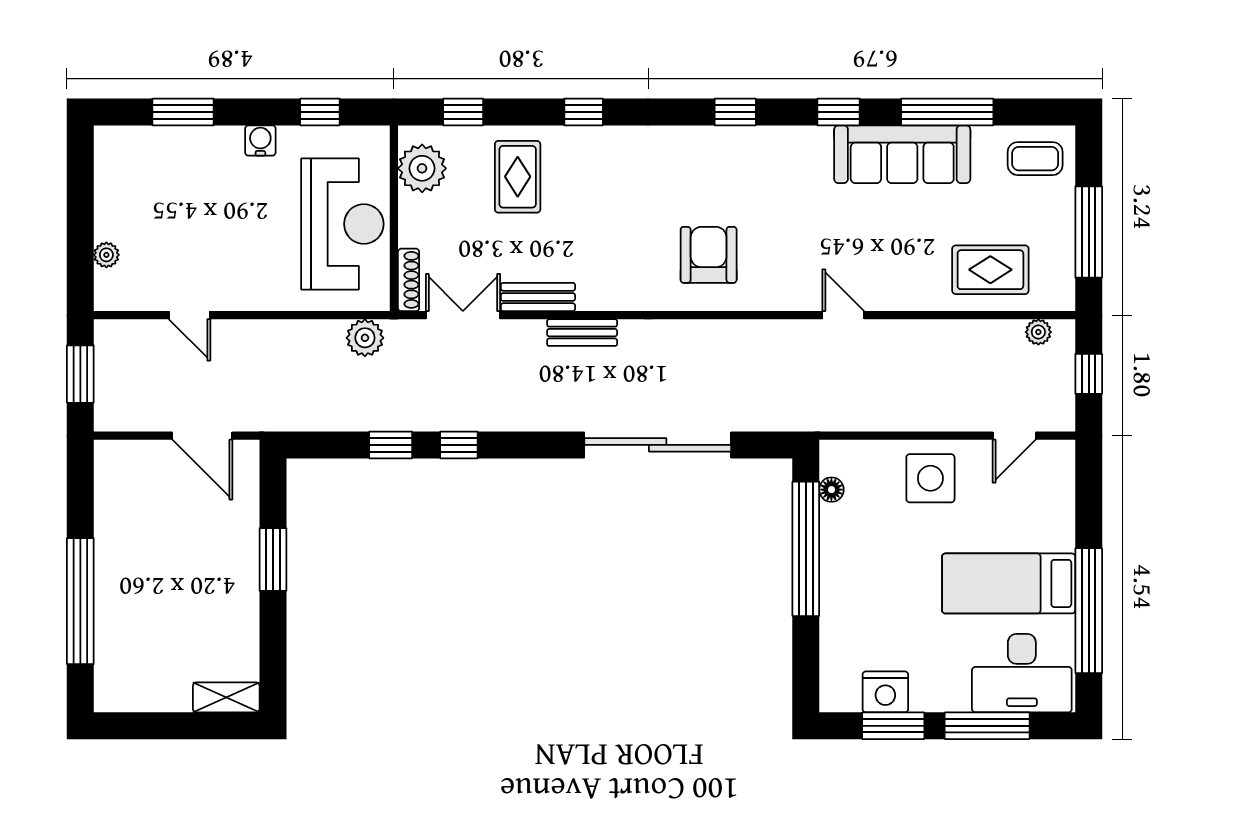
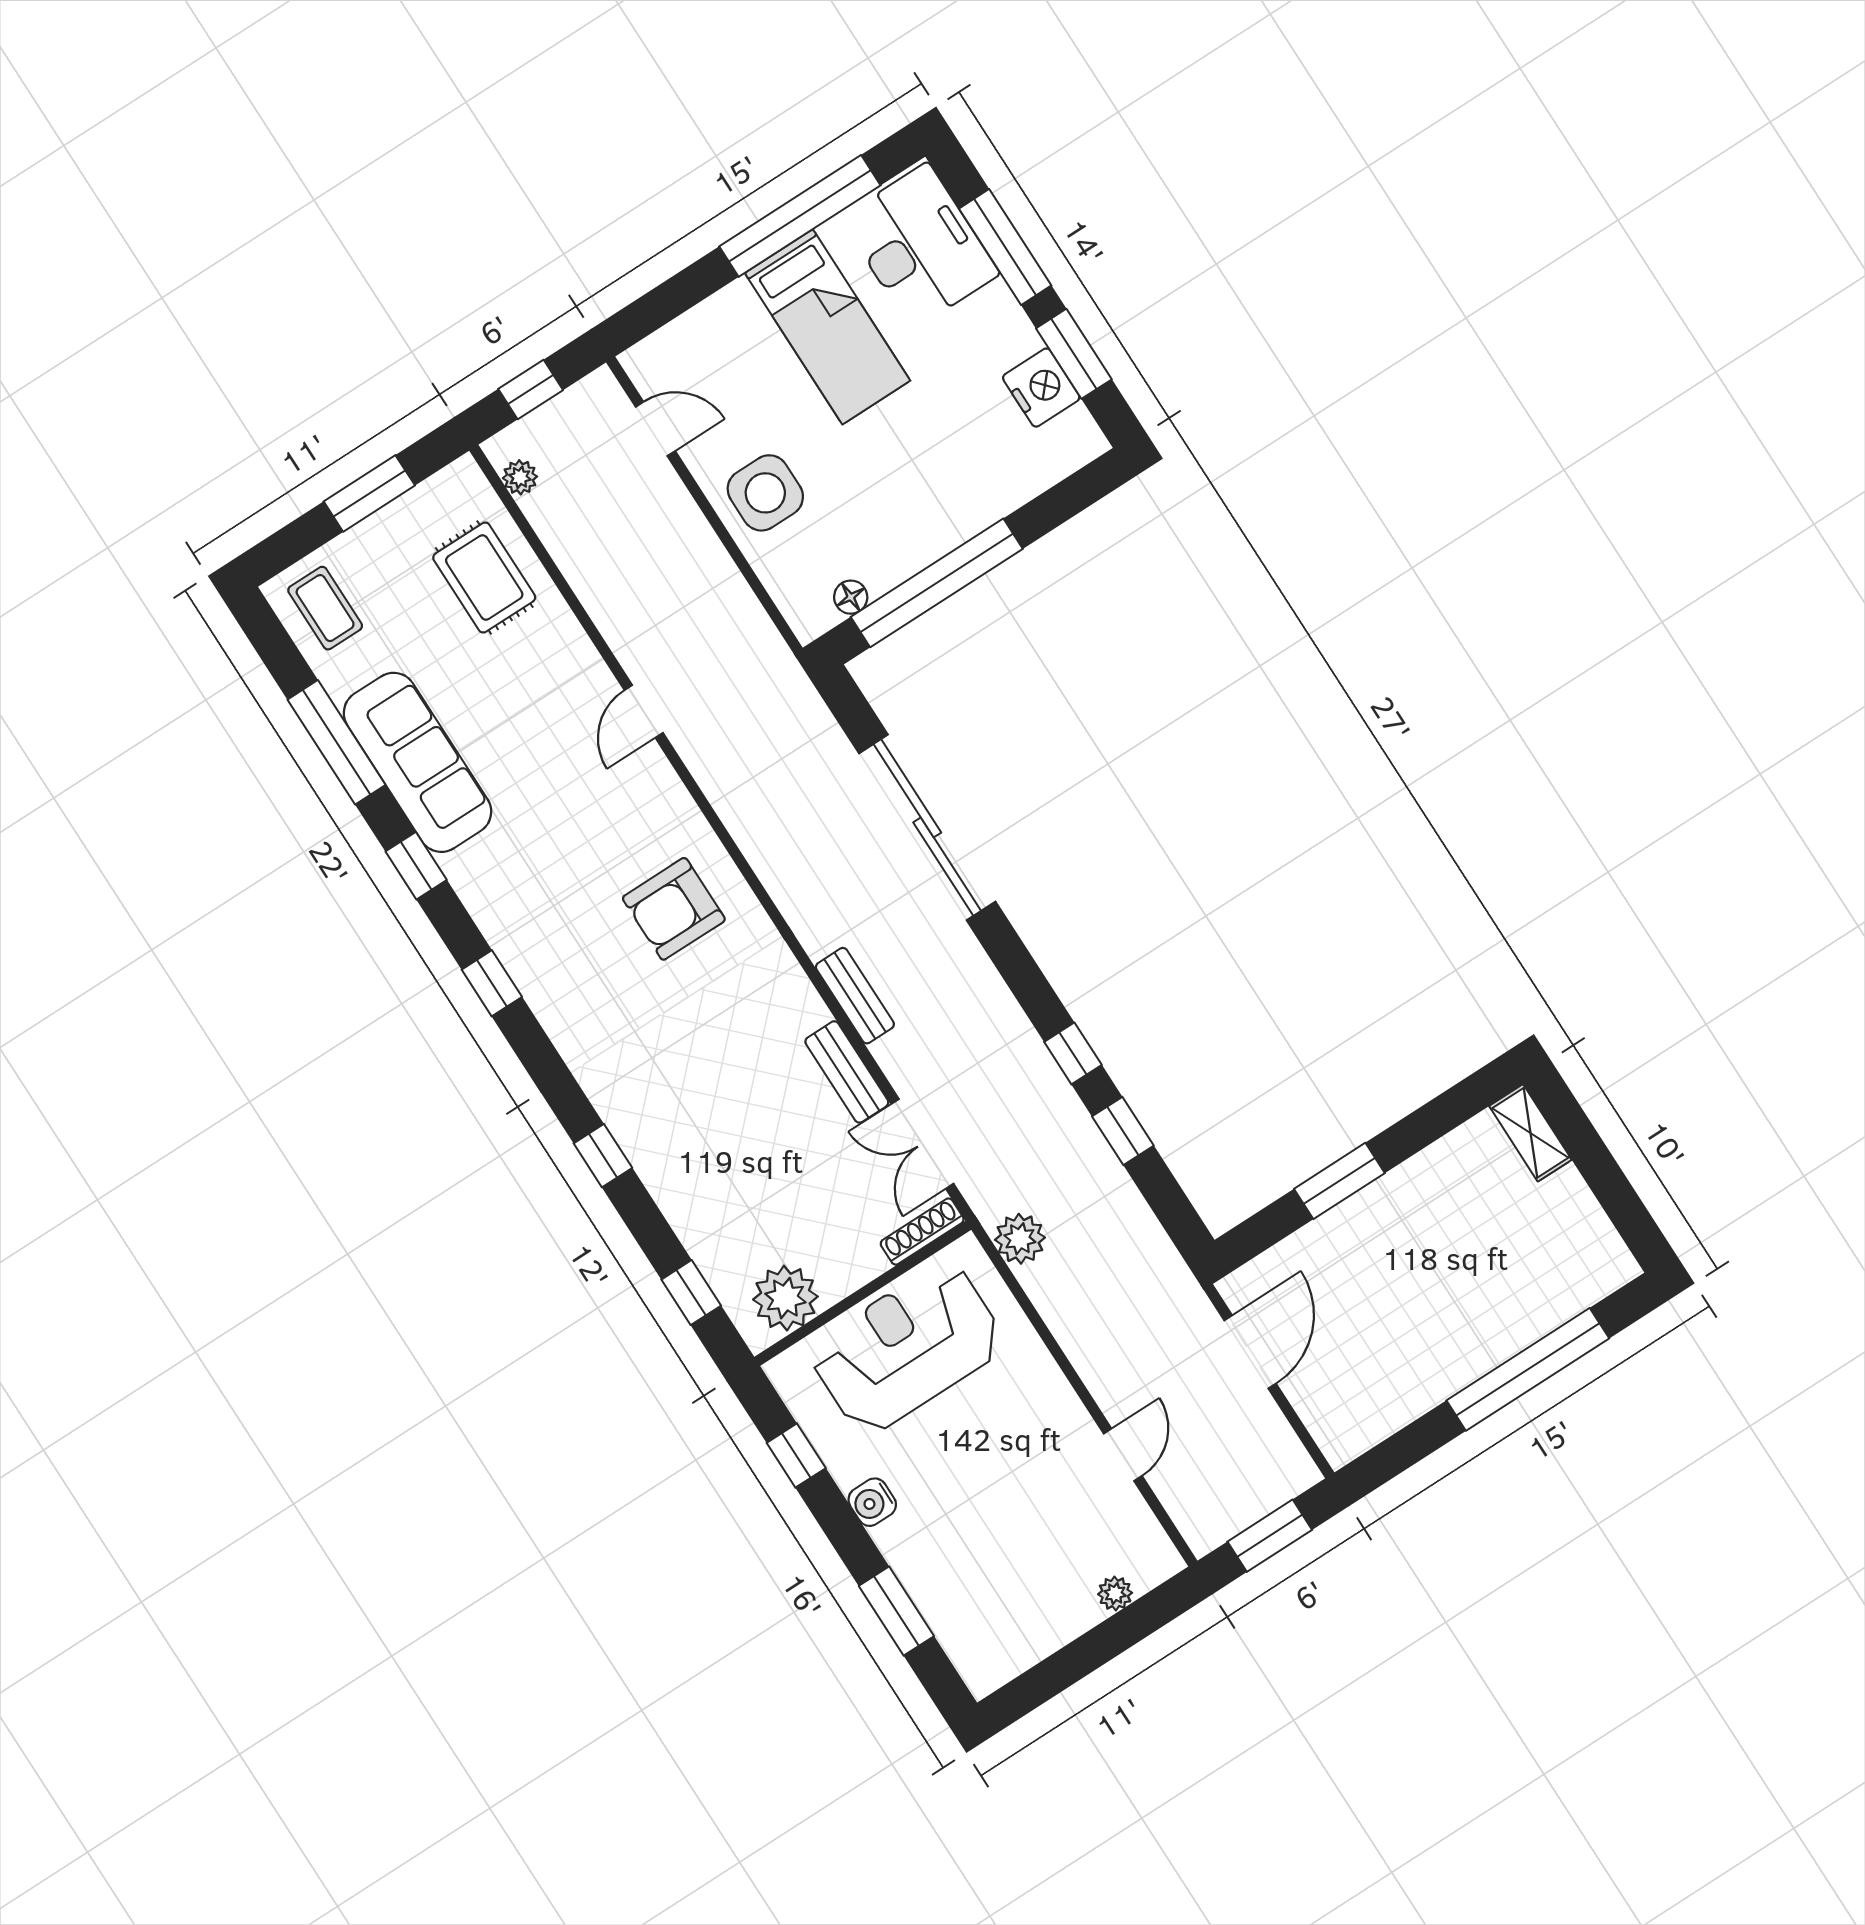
rug: (518, 177) -> (725, 1183), removed
window: (1089, 232) -> (369, 493), width x0.69

